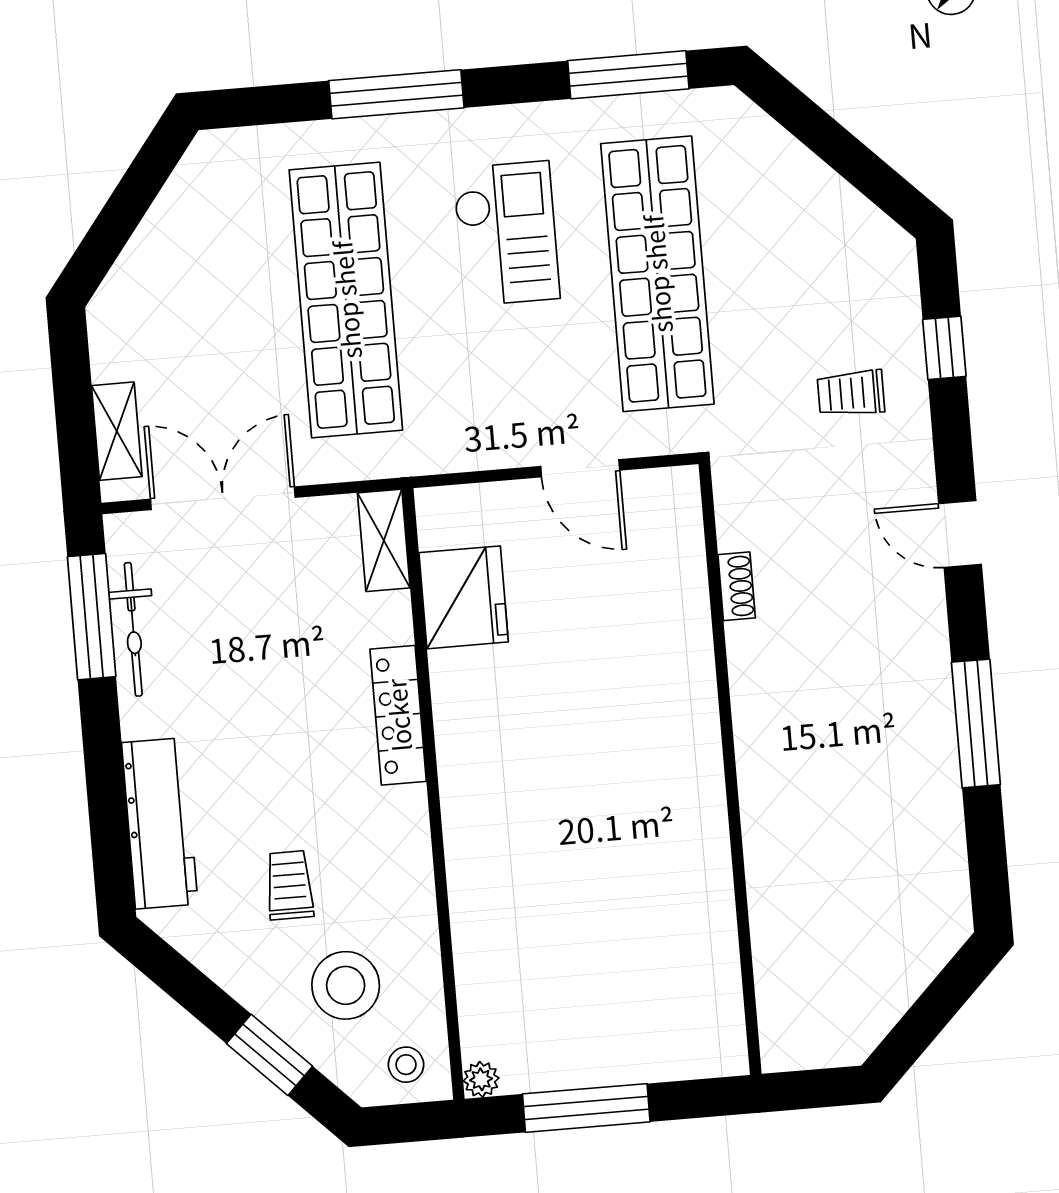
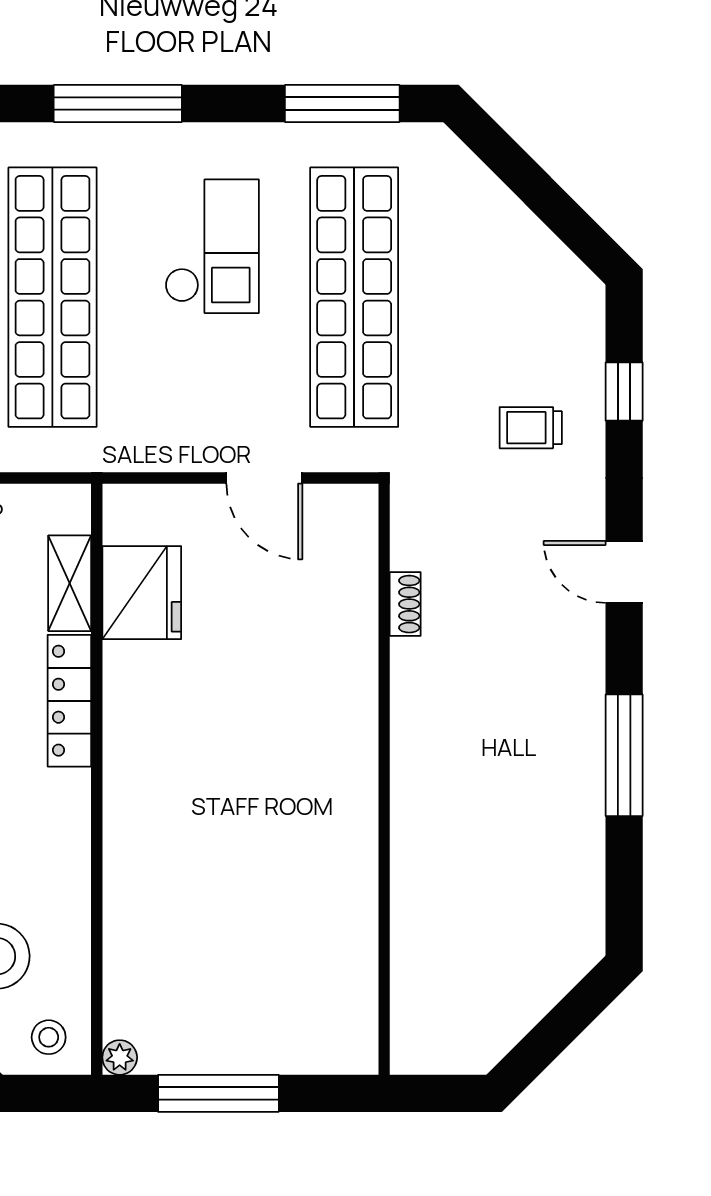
shelving: (384, 540) -> (70, 583), moved

